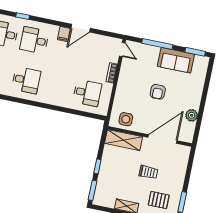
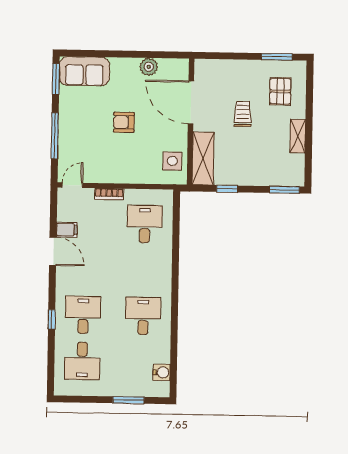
window: (23, 16) -> (52, 319), moved
filing cabinet: (64, 34) -> (67, 230), moved
desk: (34, 40) -> (83, 315), turned 180
sofa: (176, 60) -> (84, 71), moved, turned 90
armchair: (158, 92) -> (124, 122), turned 180
window: (97, 166) -> (227, 189), moved

